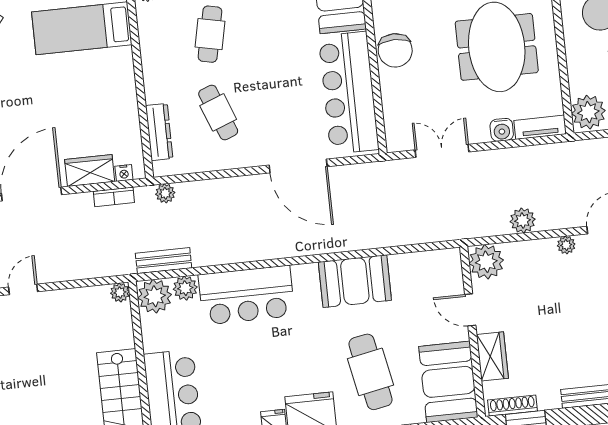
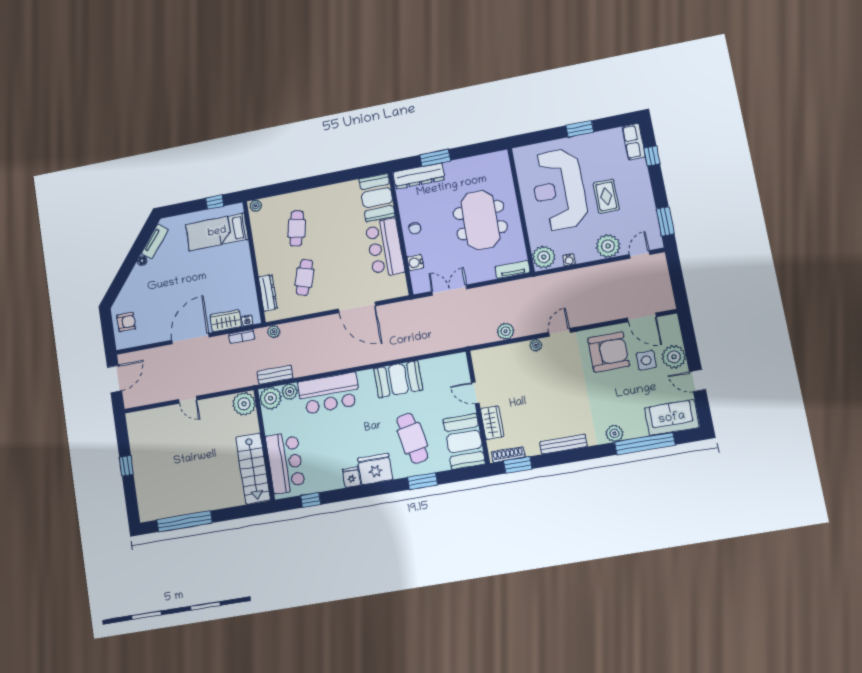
chair: (395, 50) -> (415, 228), width x0.54, depth x0.54
bar counter: (349, 93) -> (385, 248), width x0.73
cafe table: (218, 112) -> (304, 277), turned 39
water cooler: (502, 130) -> (415, 263), moved, turned 90
plant: (486, 262) -> (484, 360), removed
door: (23, 289) -> (188, 400), swing flipped
plant: (120, 292) -> (244, 404), width x1.88, depth x1.88

